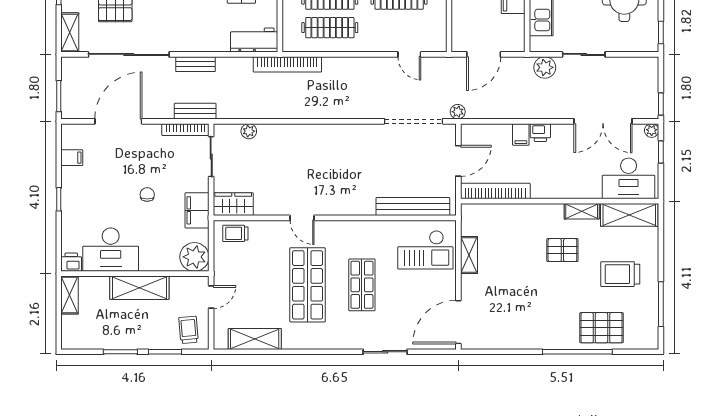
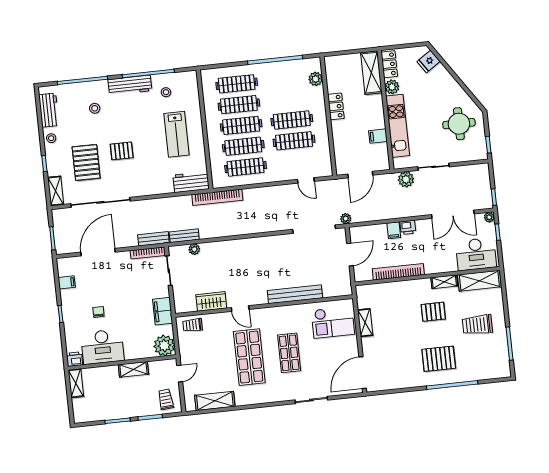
bench: (196, 64) -> (184, 236), moved
bookcase: (495, 191) -> (398, 272), moved
chair: (147, 195) -> (99, 312), moved
wardrobe: (233, 204) -> (211, 301), moved
bench: (413, 207) -> (295, 294), moved
shelving: (139, 288) -> (133, 369), width x0.67, depth x0.75
pallet: (601, 328) -> (439, 359), moved

